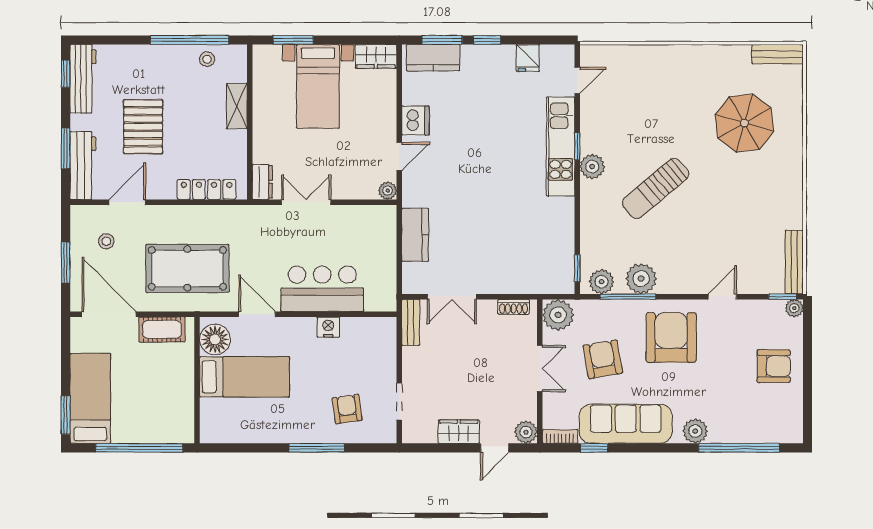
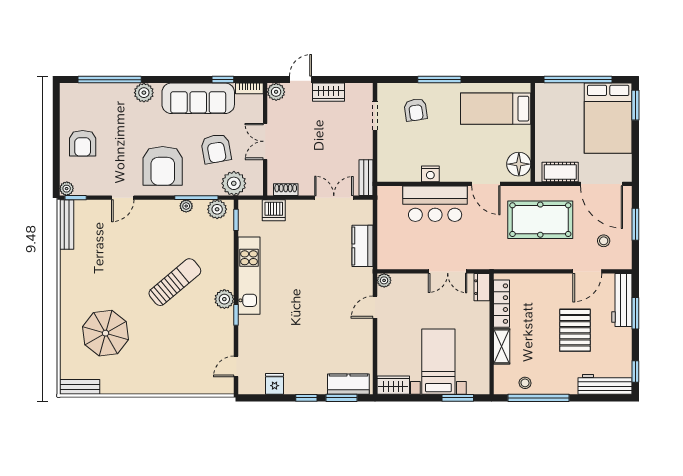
workbench: (83, 79) -> (605, 384), moved, turned 90
dishwasher: (415, 121) -> (274, 210), moved, turned -90
kitchen unit: (561, 147) -> (249, 276), moved
locker: (207, 189) -> (502, 304), moved, turned -90
plant: (641, 279) -> (186, 206), width x0.53, depth x0.53
plant: (558, 315) -> (234, 183), moved
armchair: (774, 366) -> (83, 143), turned -90
bed: (245, 377) -> (496, 109), moved
bed: (90, 398) -> (608, 118), width x1.50

